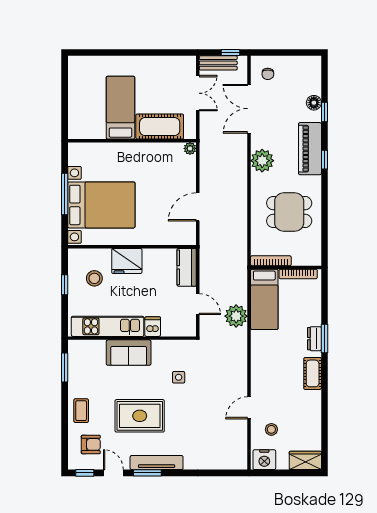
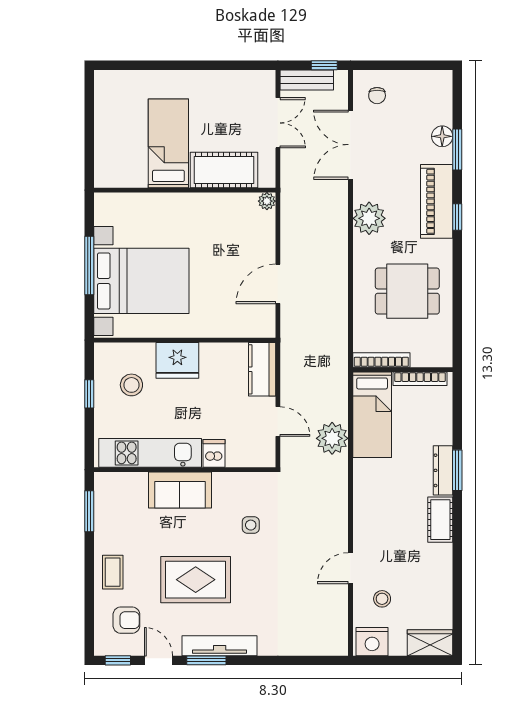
window: (324, 112) -> (457, 150), width x1.50
dresser: (314, 339) -> (443, 470), width x1.44

